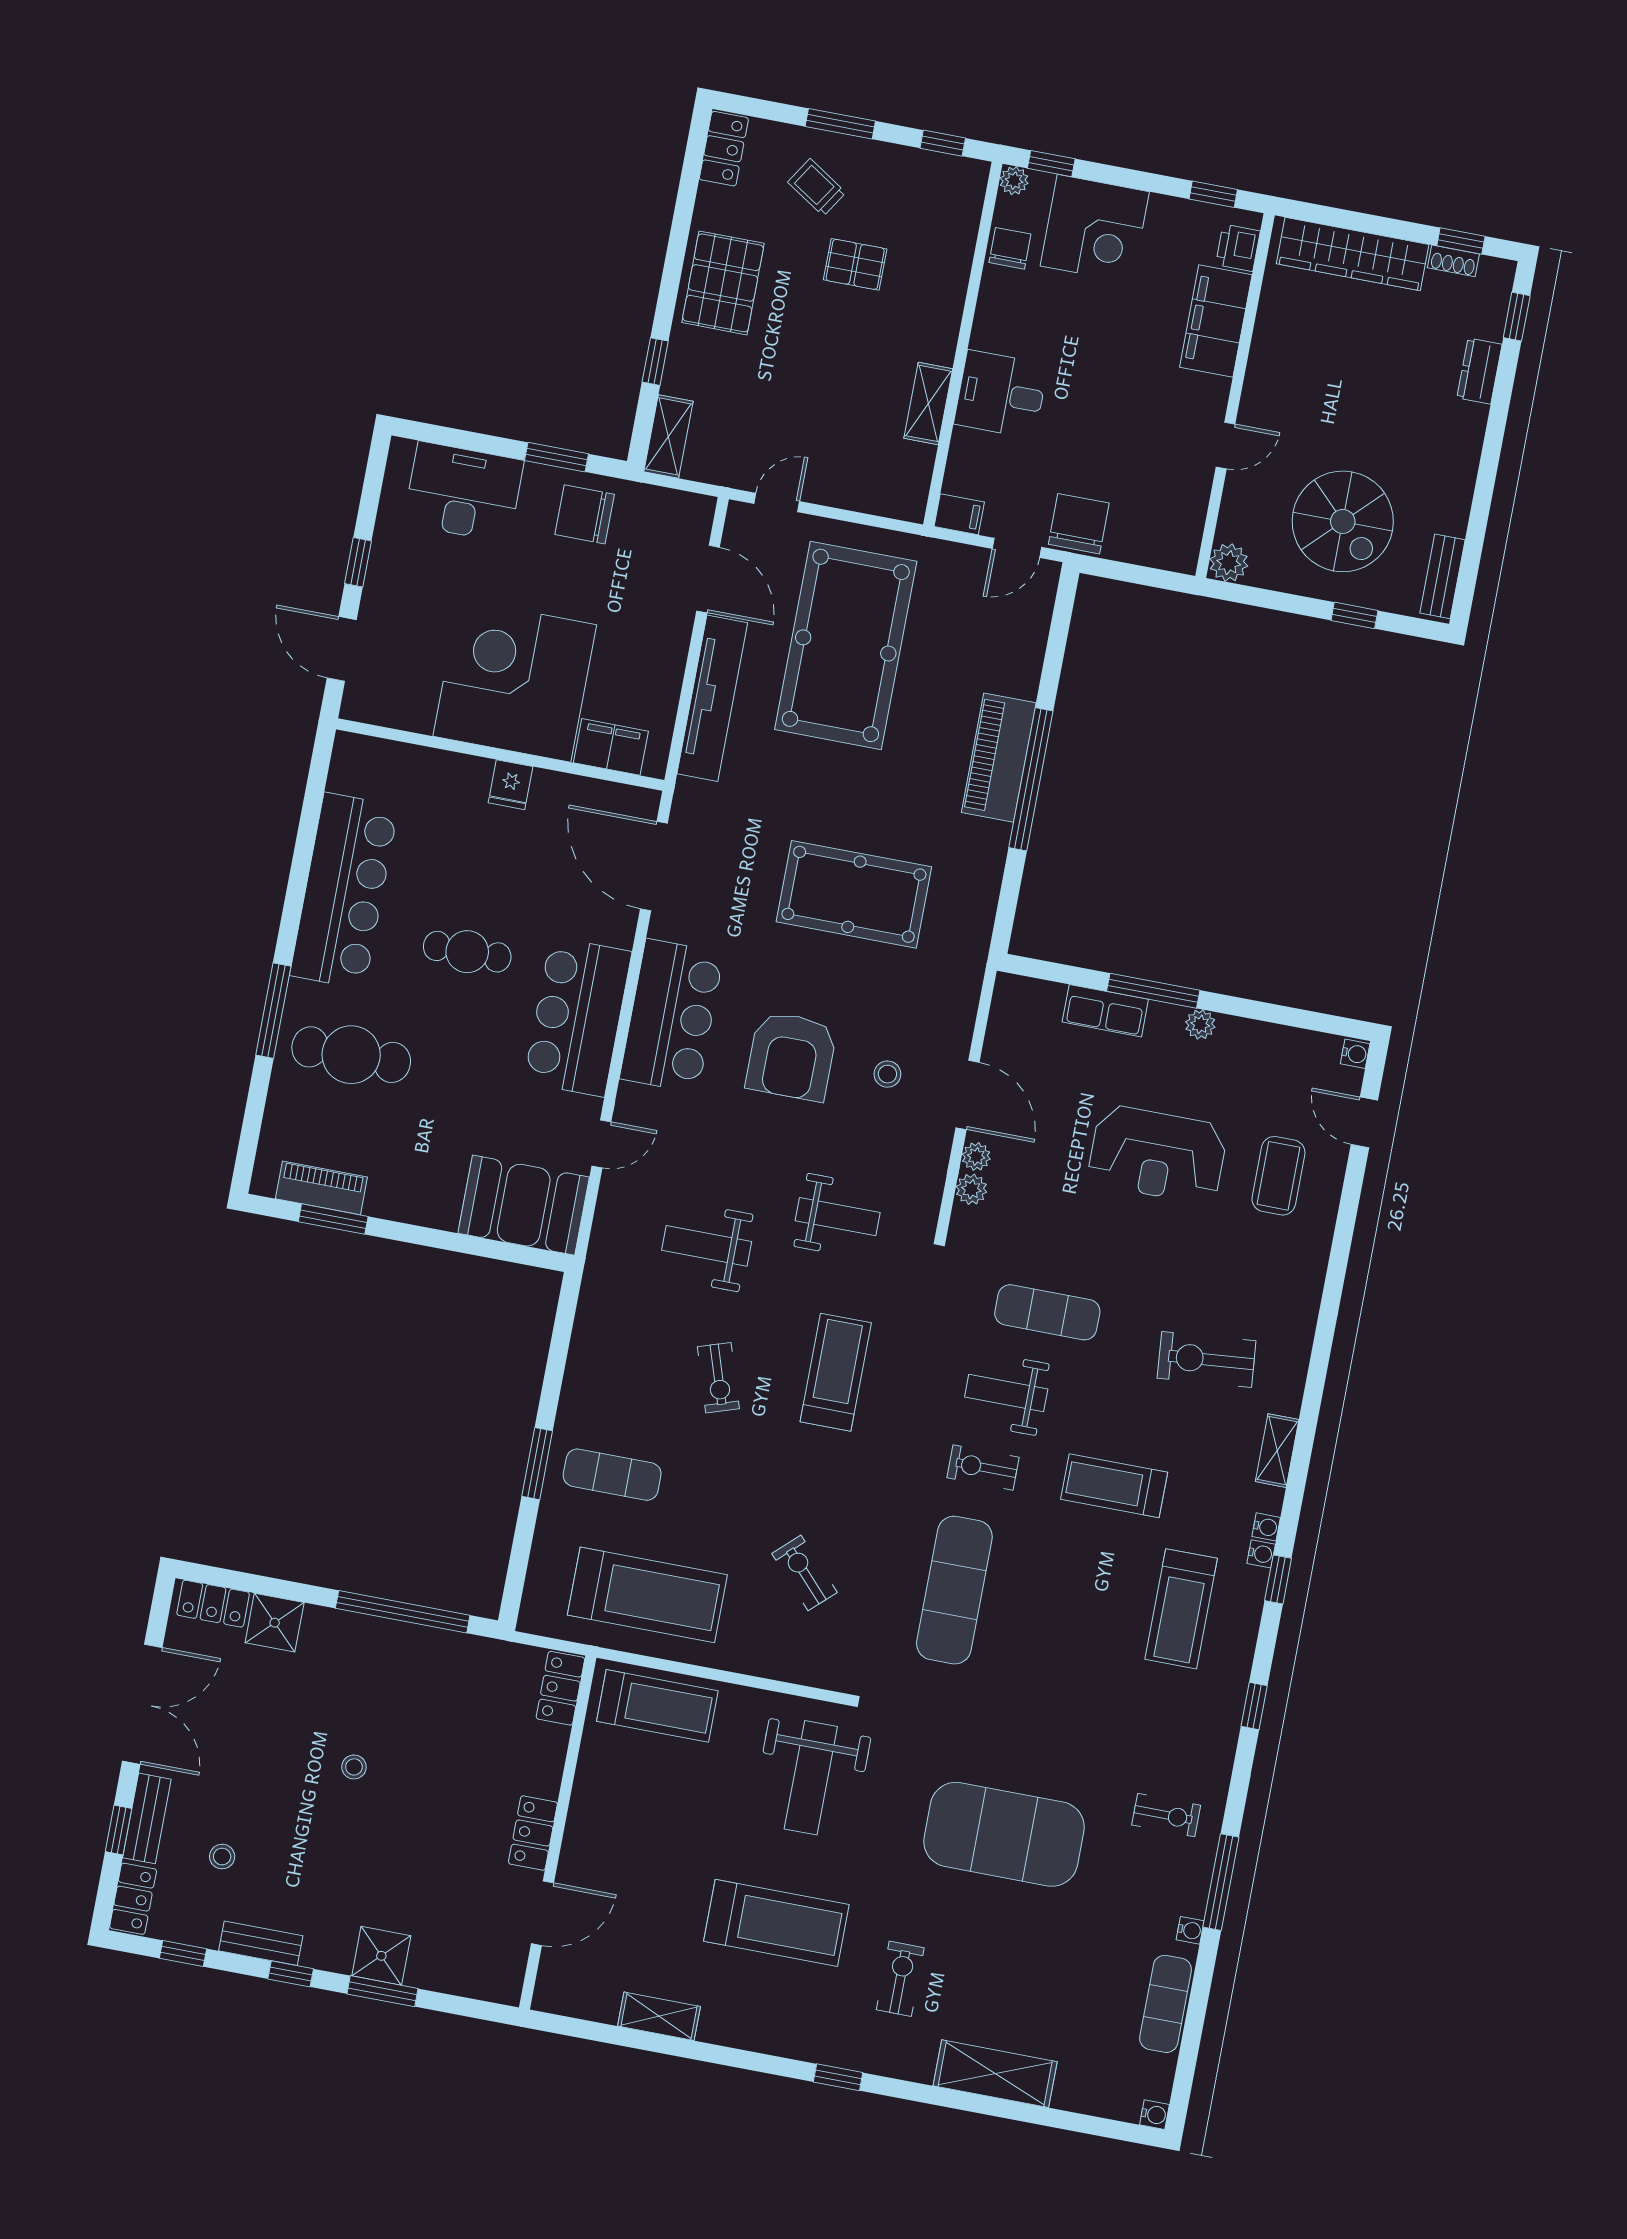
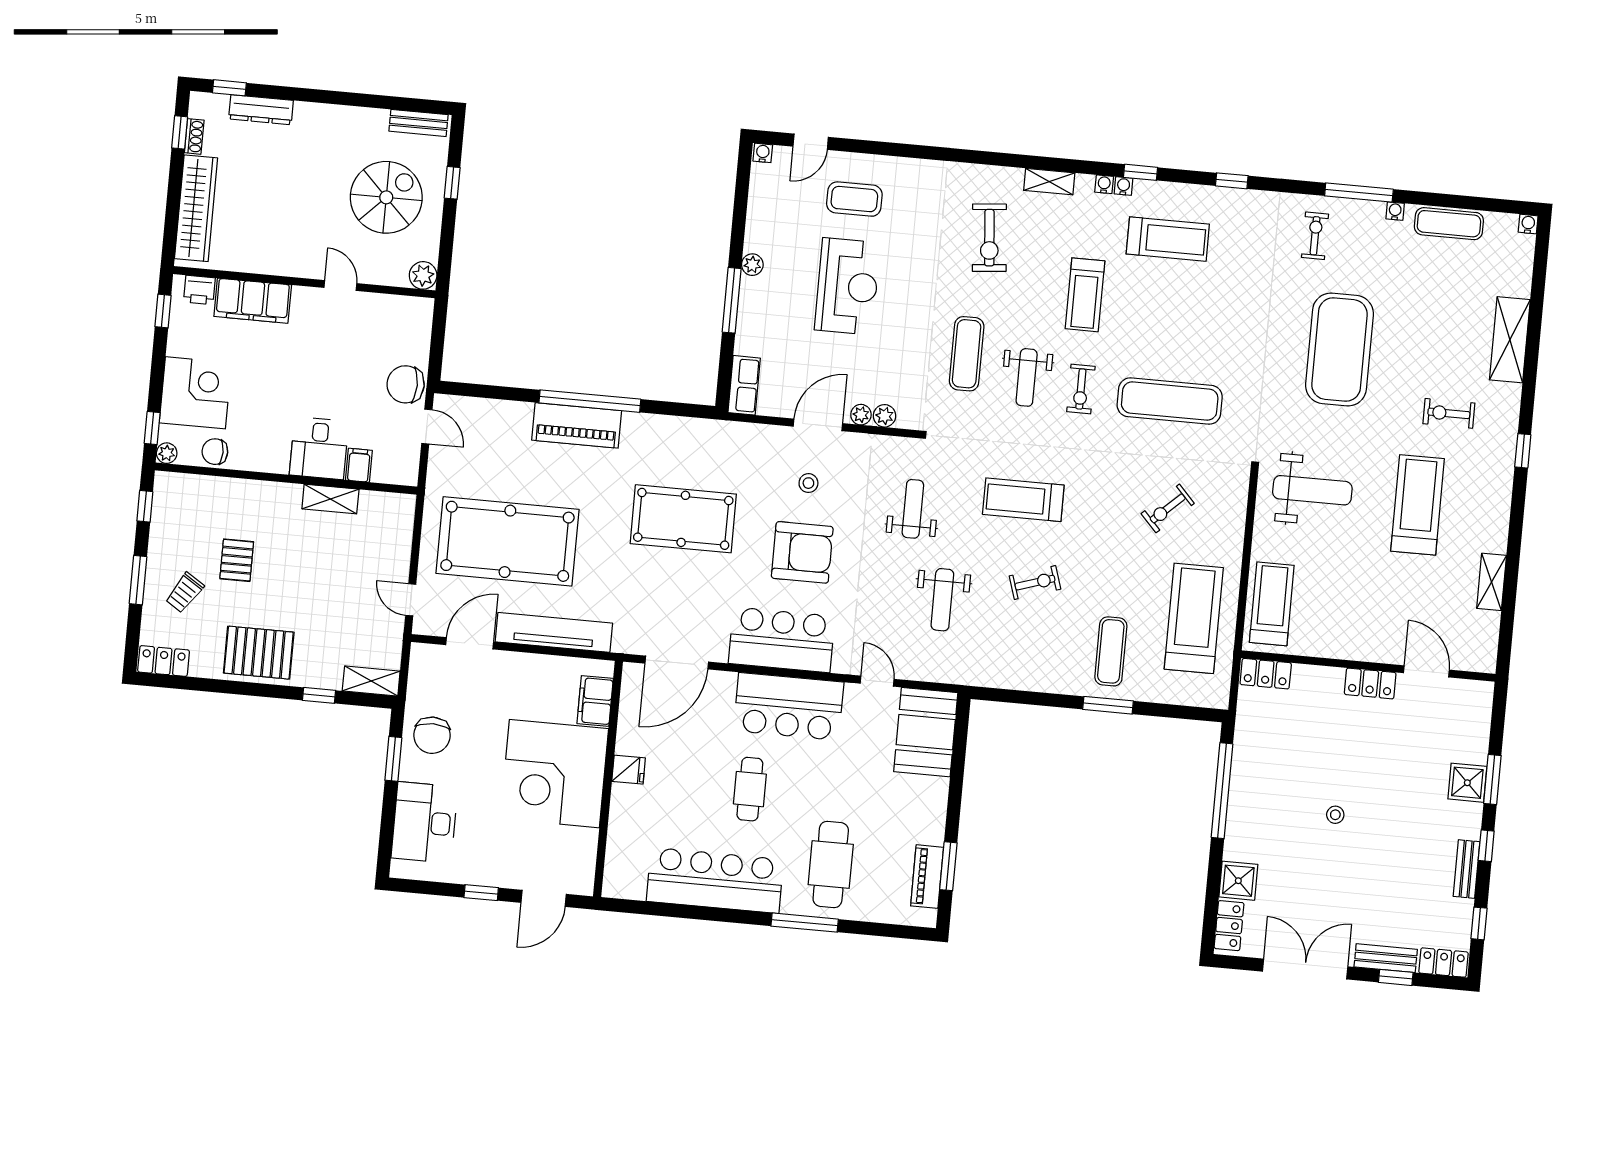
dresser: (1479, 371) -> (261, 110), width x1.44
filing cabinet: (959, 514) -> (359, 465), moved
pool table: (854, 894) -> (683, 519), turned 90
row of seats: (1105, 1011) -> (744, 385), moved
stool: (222, 1857) -> (1408, 902), removed

